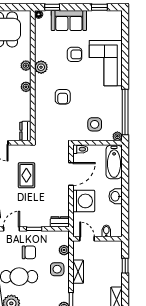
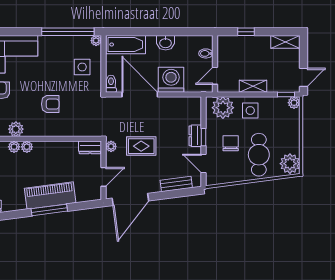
plant: (26, 87) -> (27, 147), moved
plant: (26, 149) -> (111, 146), added
door: (71, 174) -> (140, 95), width x1.36
dresser: (60, 222) -> (195, 136), moved
plant: (64, 250) -> (223, 108), width x1.88, depth x1.88

